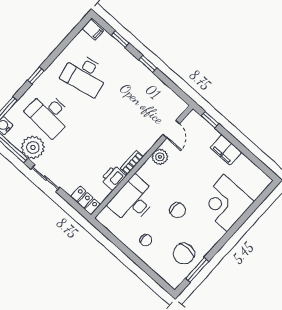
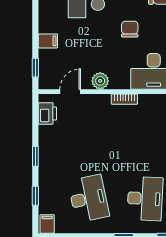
filing cabinet: (226, 150) -> (48, 41), width x0.50
printer: (113, 178) -> (47, 114), moved, turned -90

